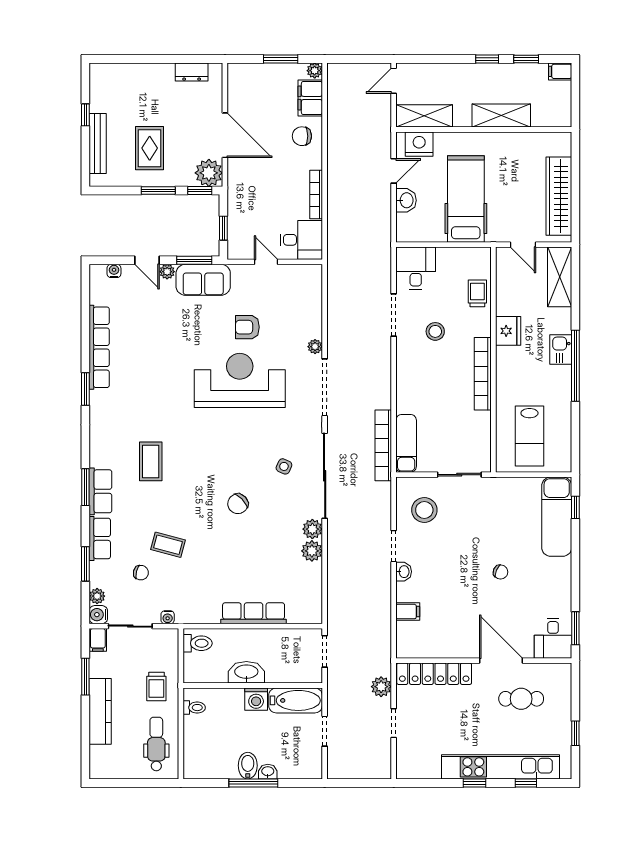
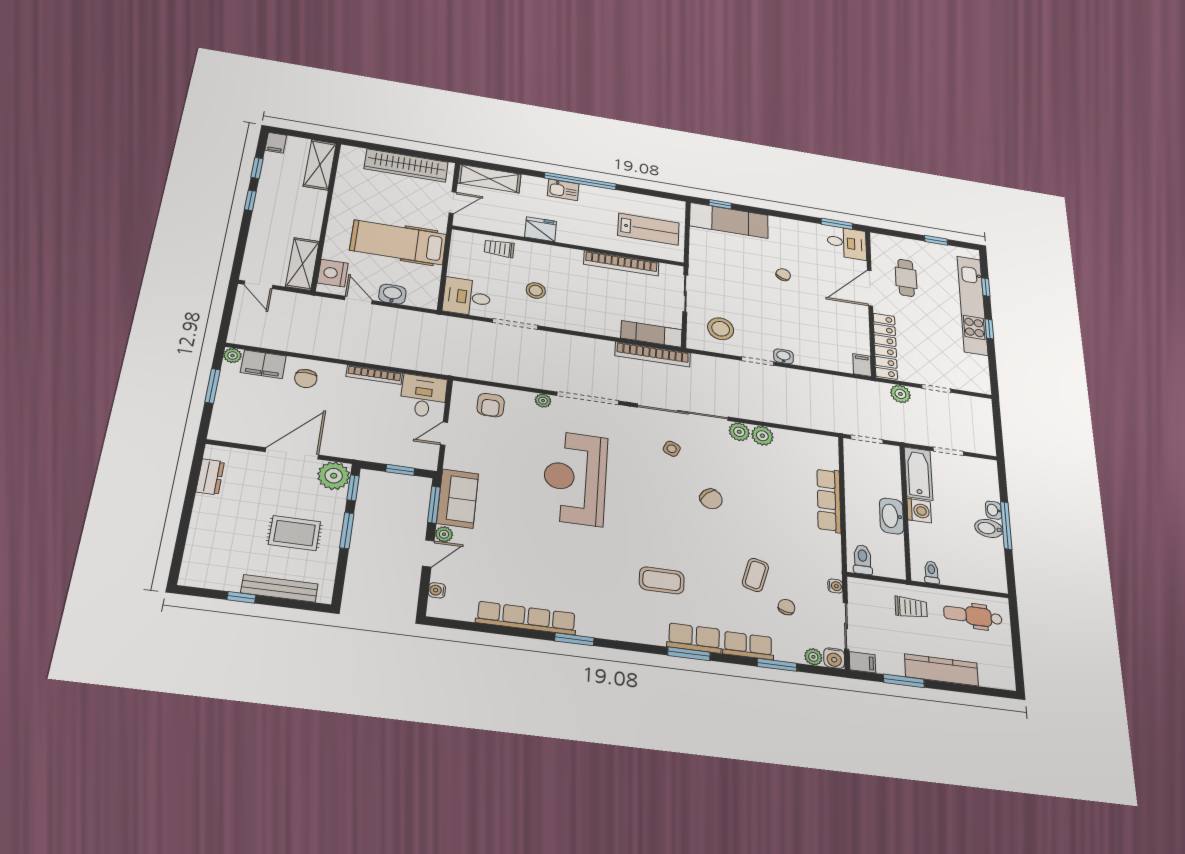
shelving: (501, 116) -> (320, 165), moved
armchair: (247, 327) -> (491, 405), moved
bookcase: (483, 374) -> (621, 263), moved
filing cabinet: (408, 612) -> (862, 365), moved

